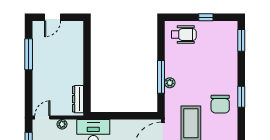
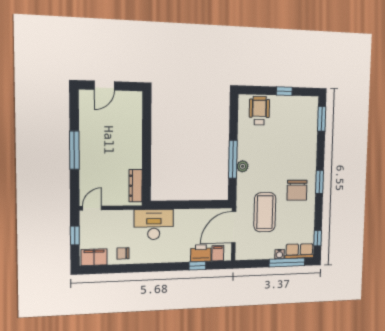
wheelchair: (184, 35) -> (259, 111), turned -90
window: (29, 54) -> (74, 150), moved
plant: (62, 124) -> (116, 216), removed

